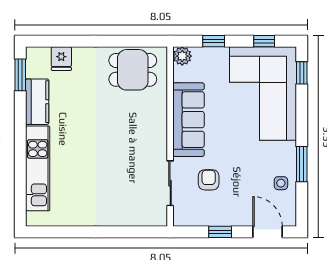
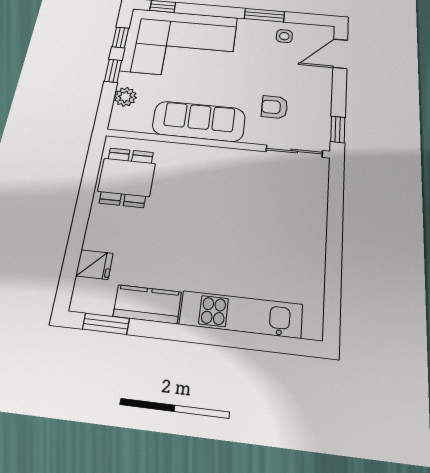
window: (214, 41) -> (113, 71), moved
plant: (182, 56) -> (125, 97), moved
sliding door: (170, 183) -> (294, 151), moved
window: (220, 232) -> (338, 129), moved

